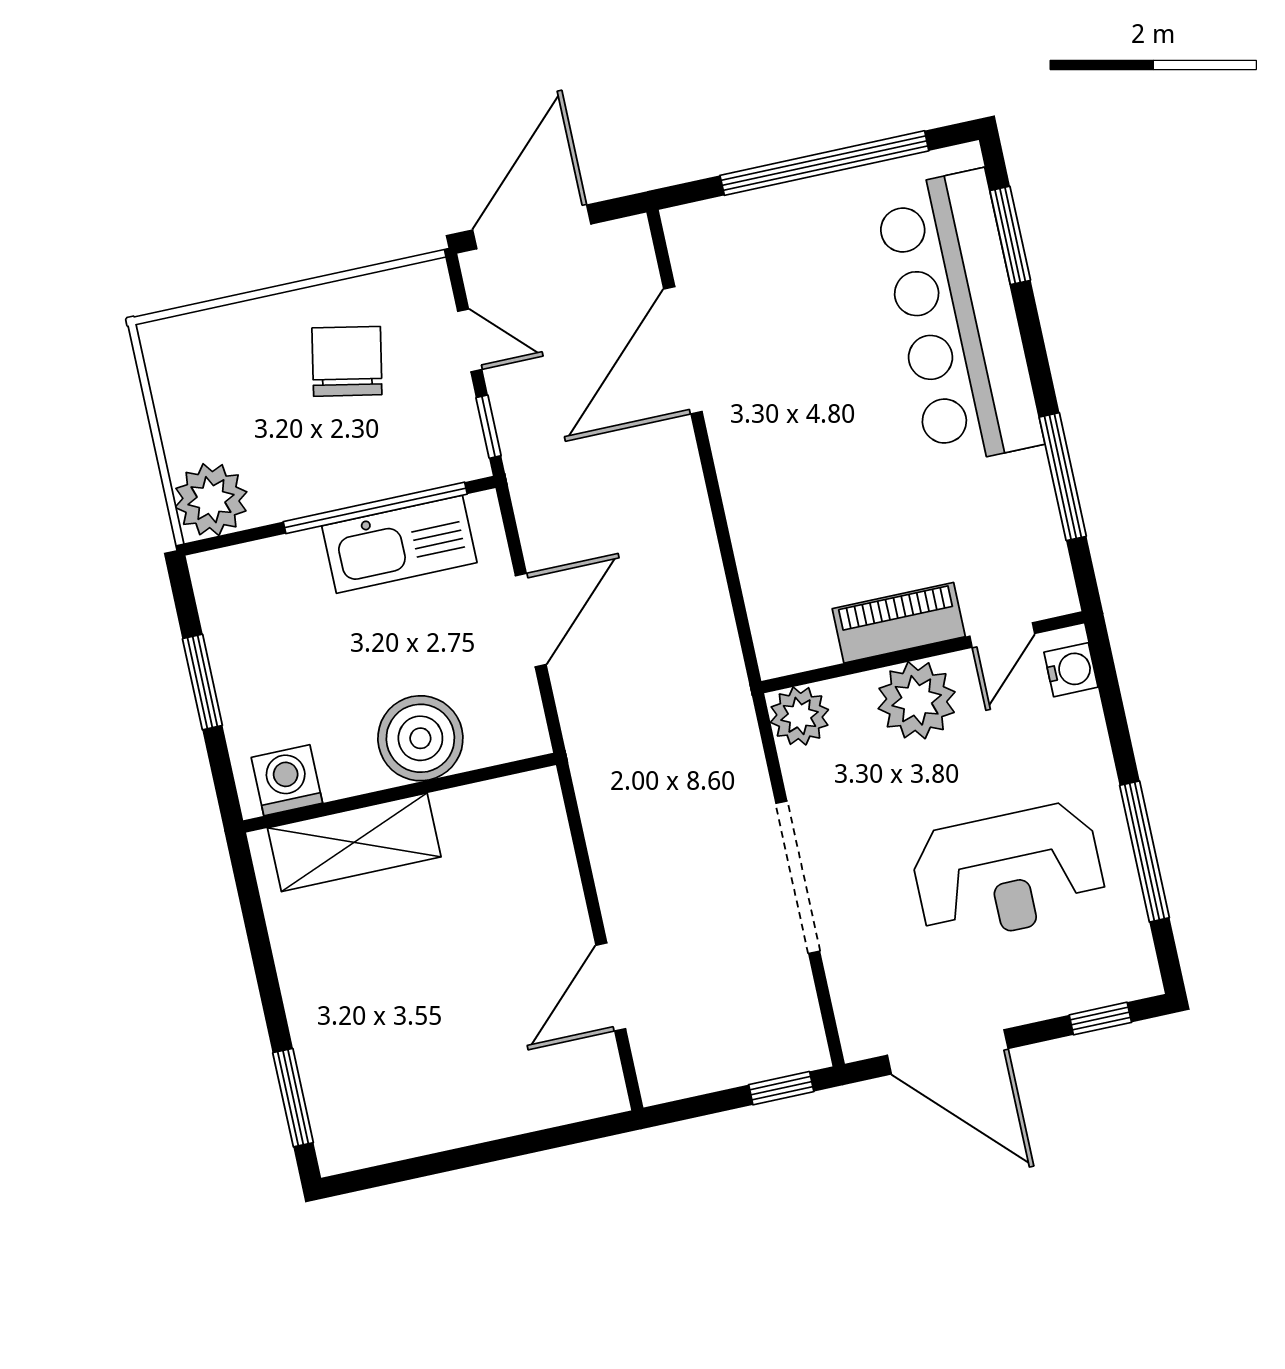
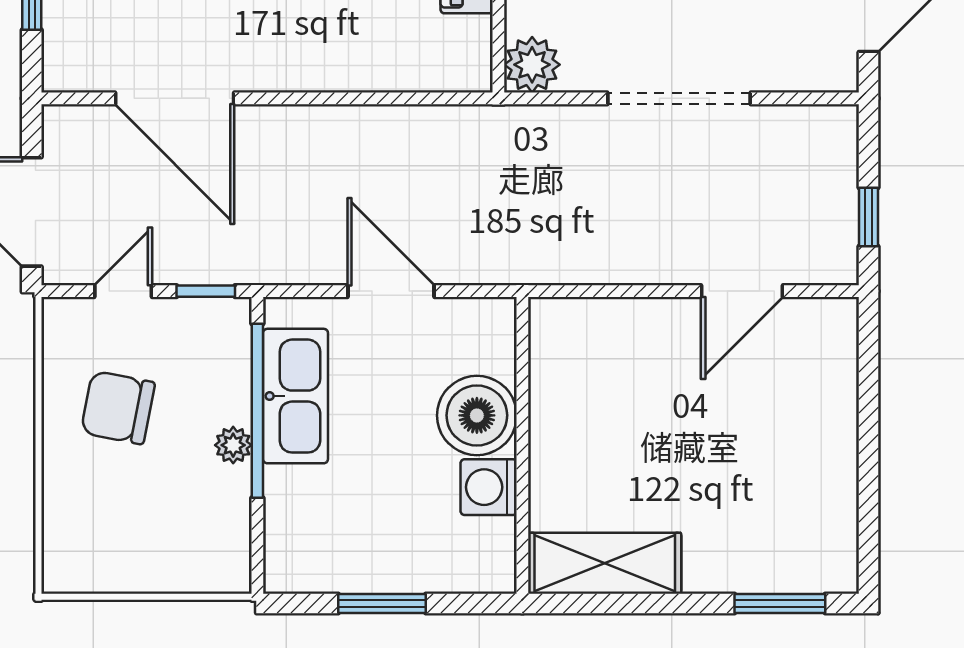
plant: (211, 500) -> (233, 445), moved, width x0.53, depth x0.53
washing machine: (287, 780) -> (489, 487), moved
shelving: (354, 842) -> (605, 563), moved, turned 90
door: (611, 987) -> (742, 291), hinge flipped
window: (781, 1088) -> (868, 217), moved

